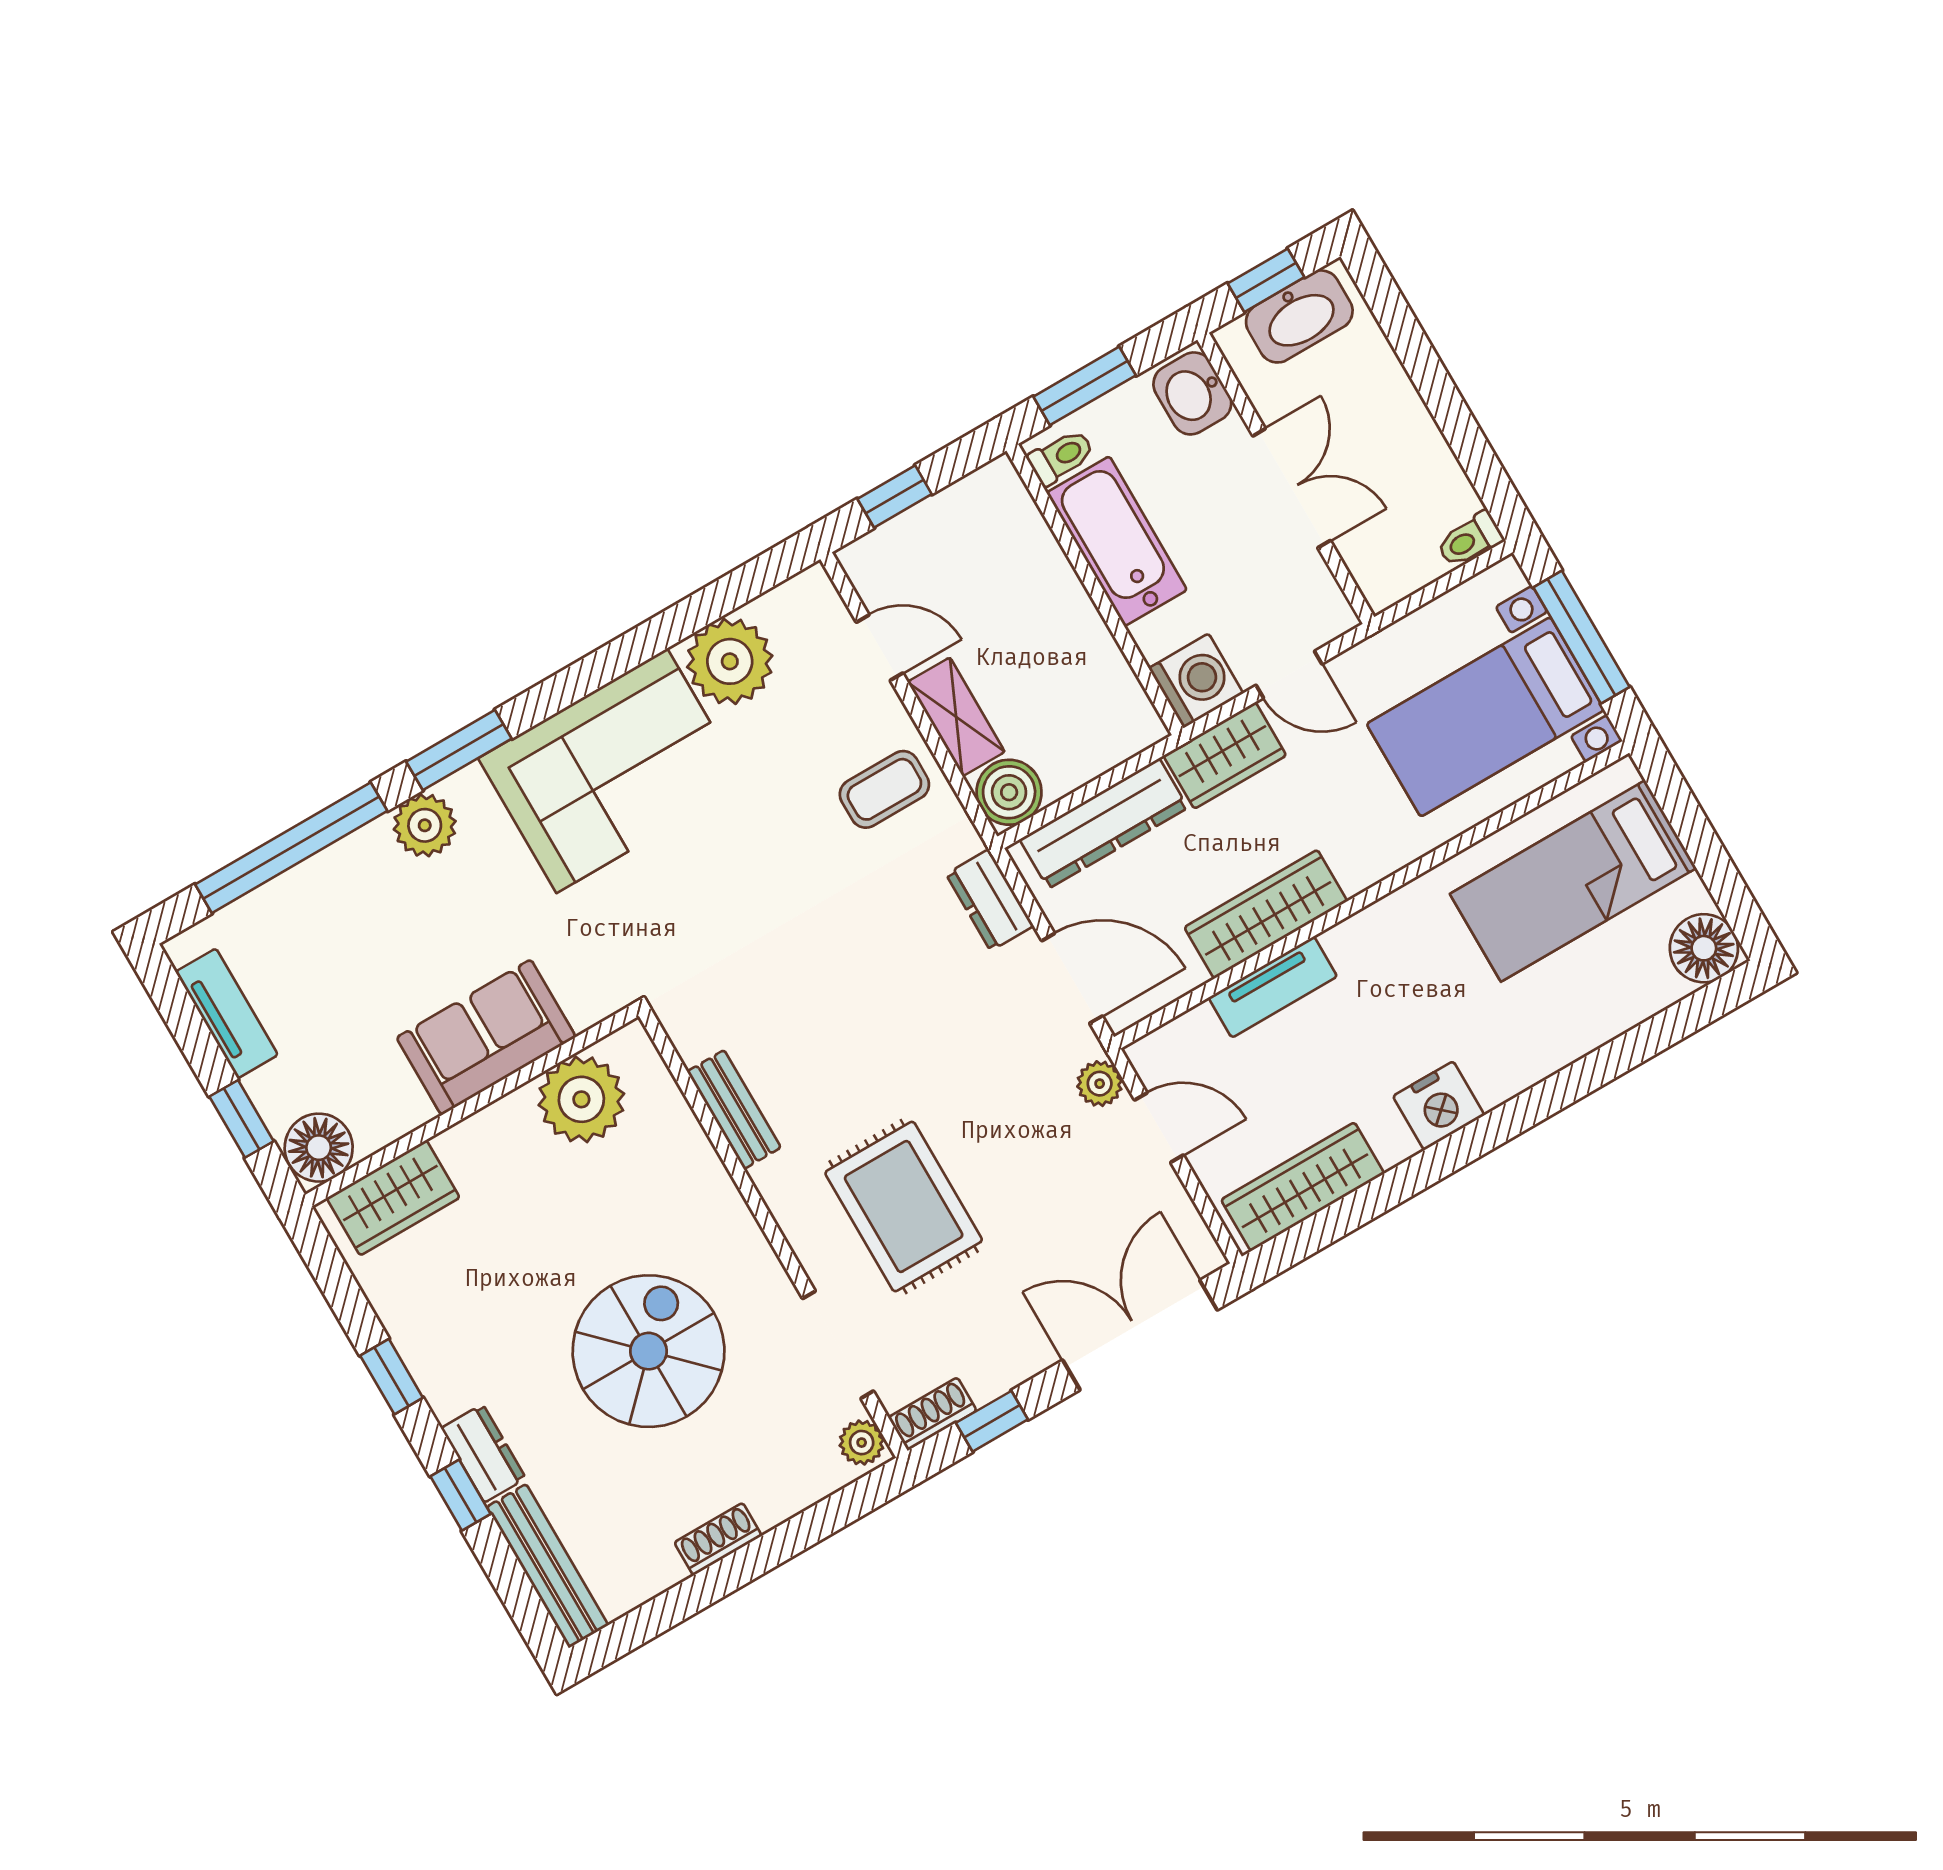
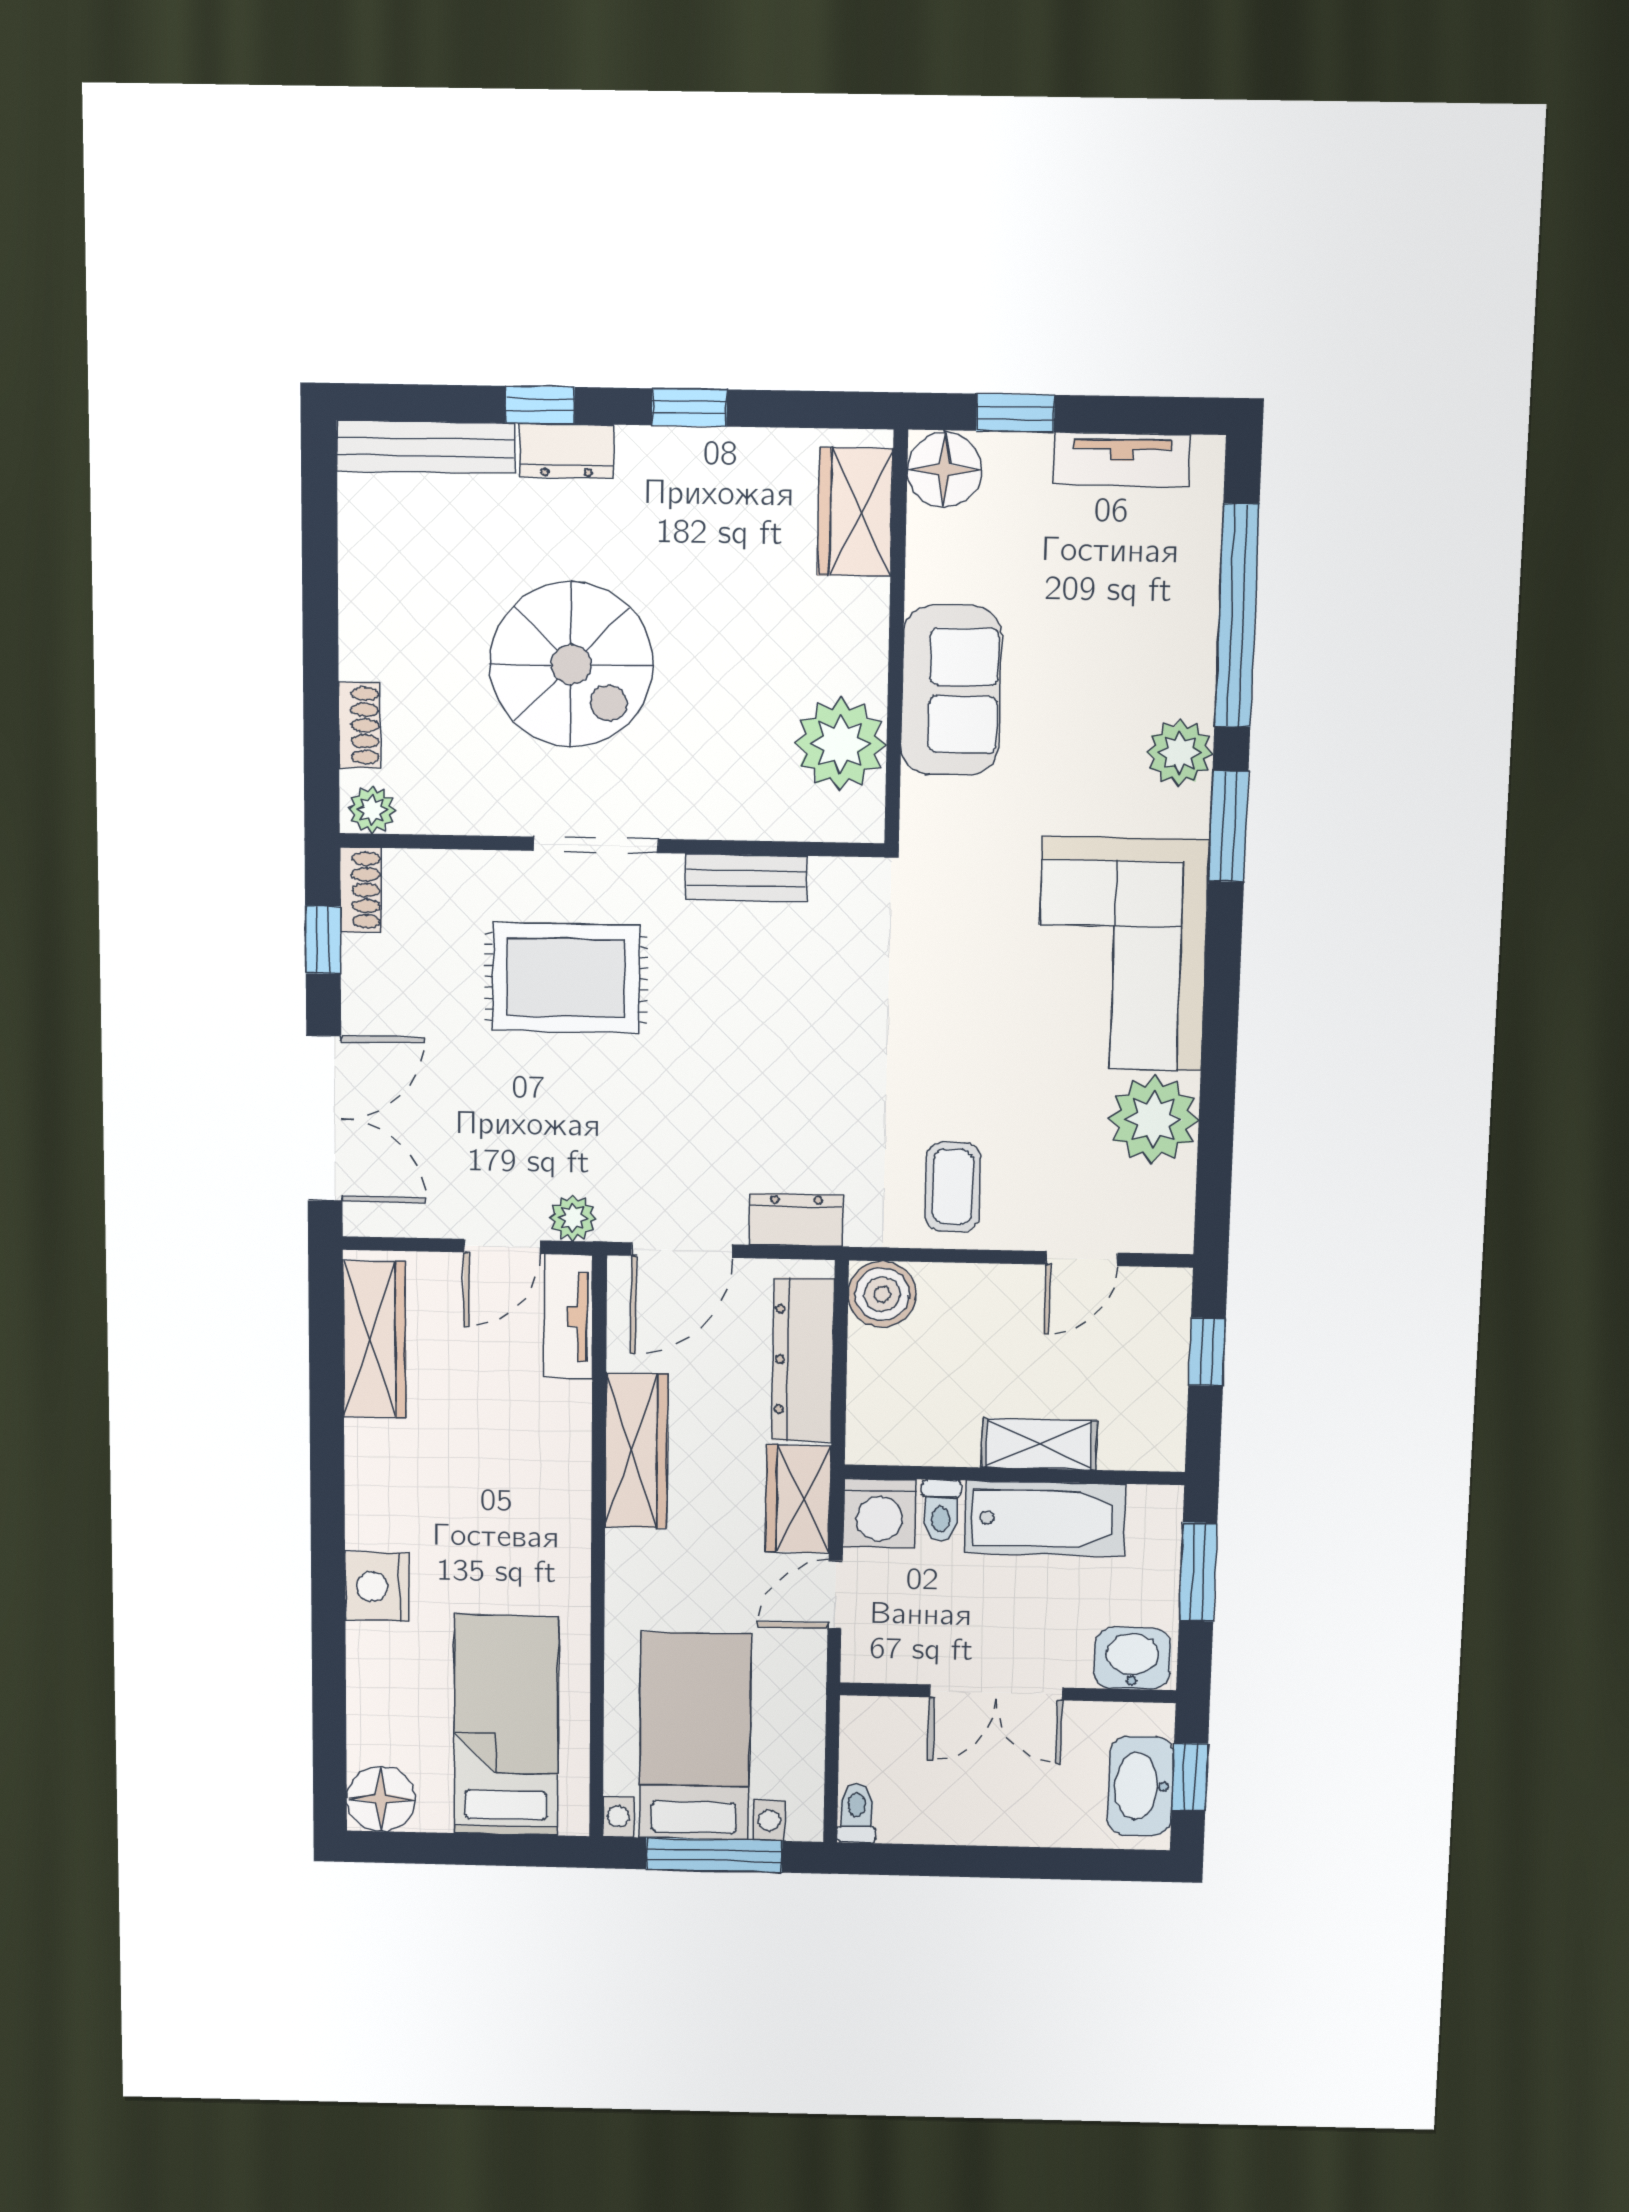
toilet: (1061, 457) -> (941, 1511), moved
shelving: (956, 717) -> (1039, 1444), moved
tv unit: (1273, 987) -> (568, 1317), moved
nightstand: (1439, 1106) -> (377, 1587), moved
doorway: (838, 1345) -> (596, 845), moved
shoe rack: (718, 1539) -> (360, 725), moved

